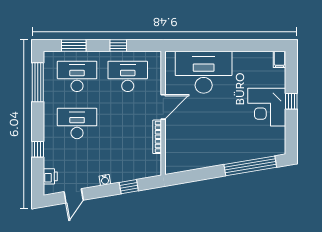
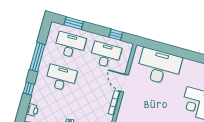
window: (118, 46) -> (116, 35), moved
window: (38, 82) -> (37, 57), moved
door: (163, 107) -> (124, 83), swing flipped

